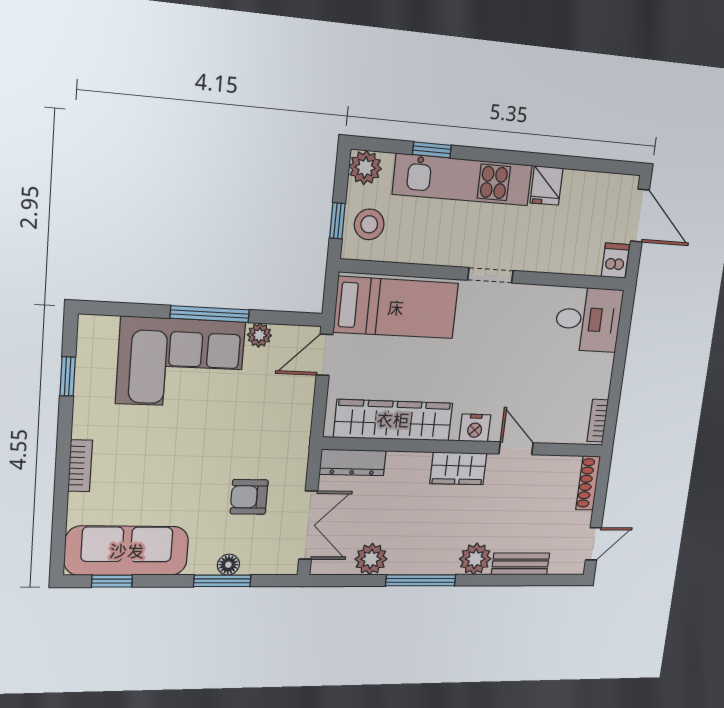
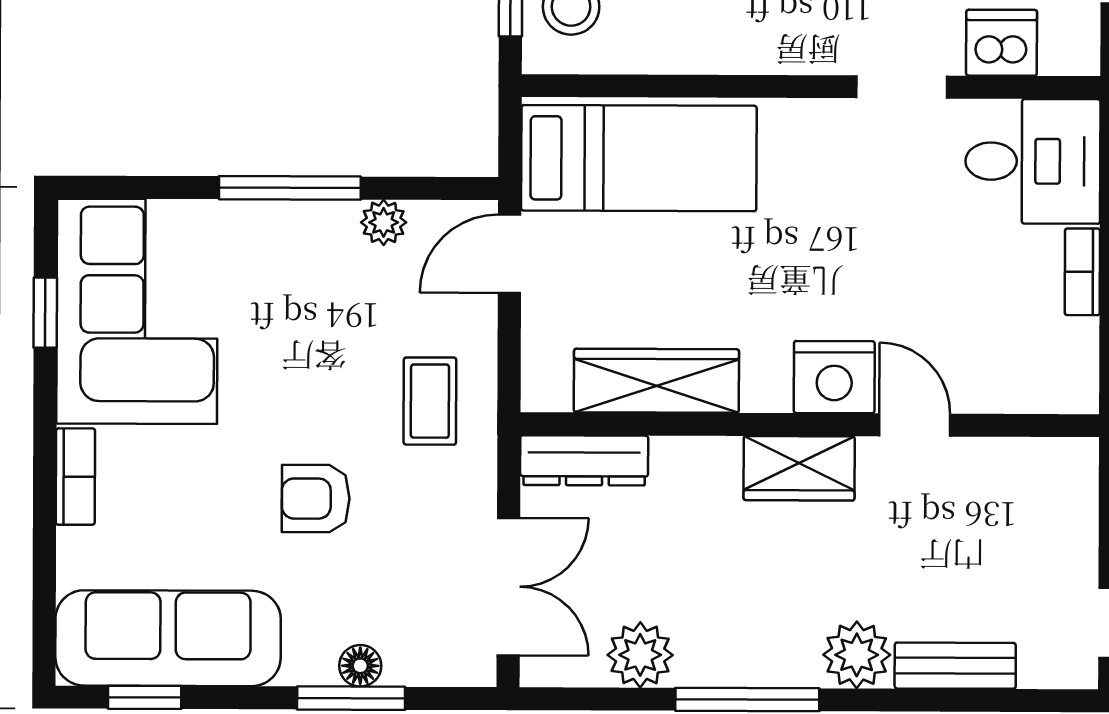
dishwasher: (615, 261) -> (1002, 43), moved, width x1.38
doorway: (490, 275) -> (902, 87), moved
corner sofa: (181, 363) -> (137, 311), moved, turned -90
wardrobe: (393, 420) -> (656, 381), width x0.71, depth x0.85
bookcase: (598, 421) -> (1082, 272), moved
nightstand: (475, 428) -> (834, 377), width x1.36, depth x1.33
coffee table: (276, 430) -> (430, 401), added
shoe rack: (588, 483) -> (1080, 494), removed
armchair: (249, 497) -> (316, 499), moved

